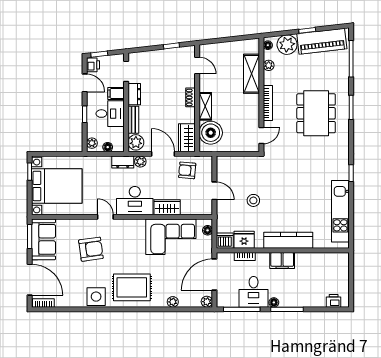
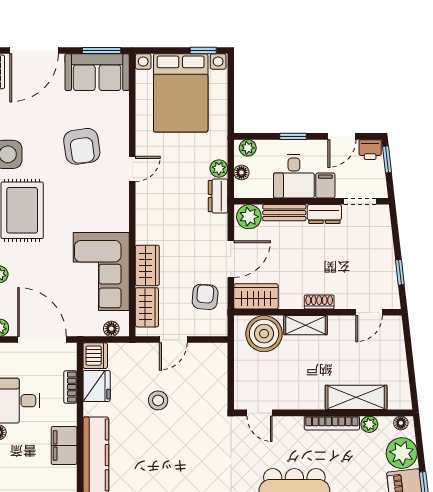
bookcase: (268, 103) -> (332, 423), moved
plant: (140, 162) -> (219, 169), moved
desk: (135, 201) -> (158, 215), removed
wardrobe: (194, 208) -> (147, 307), added

